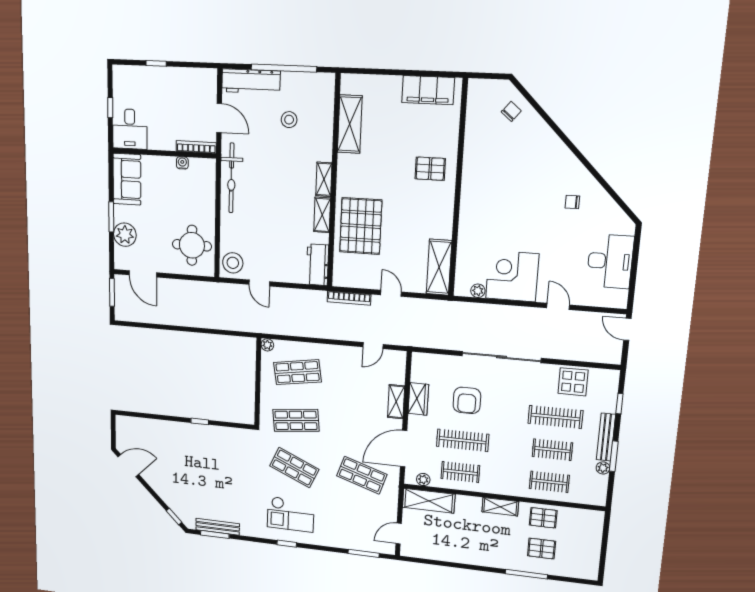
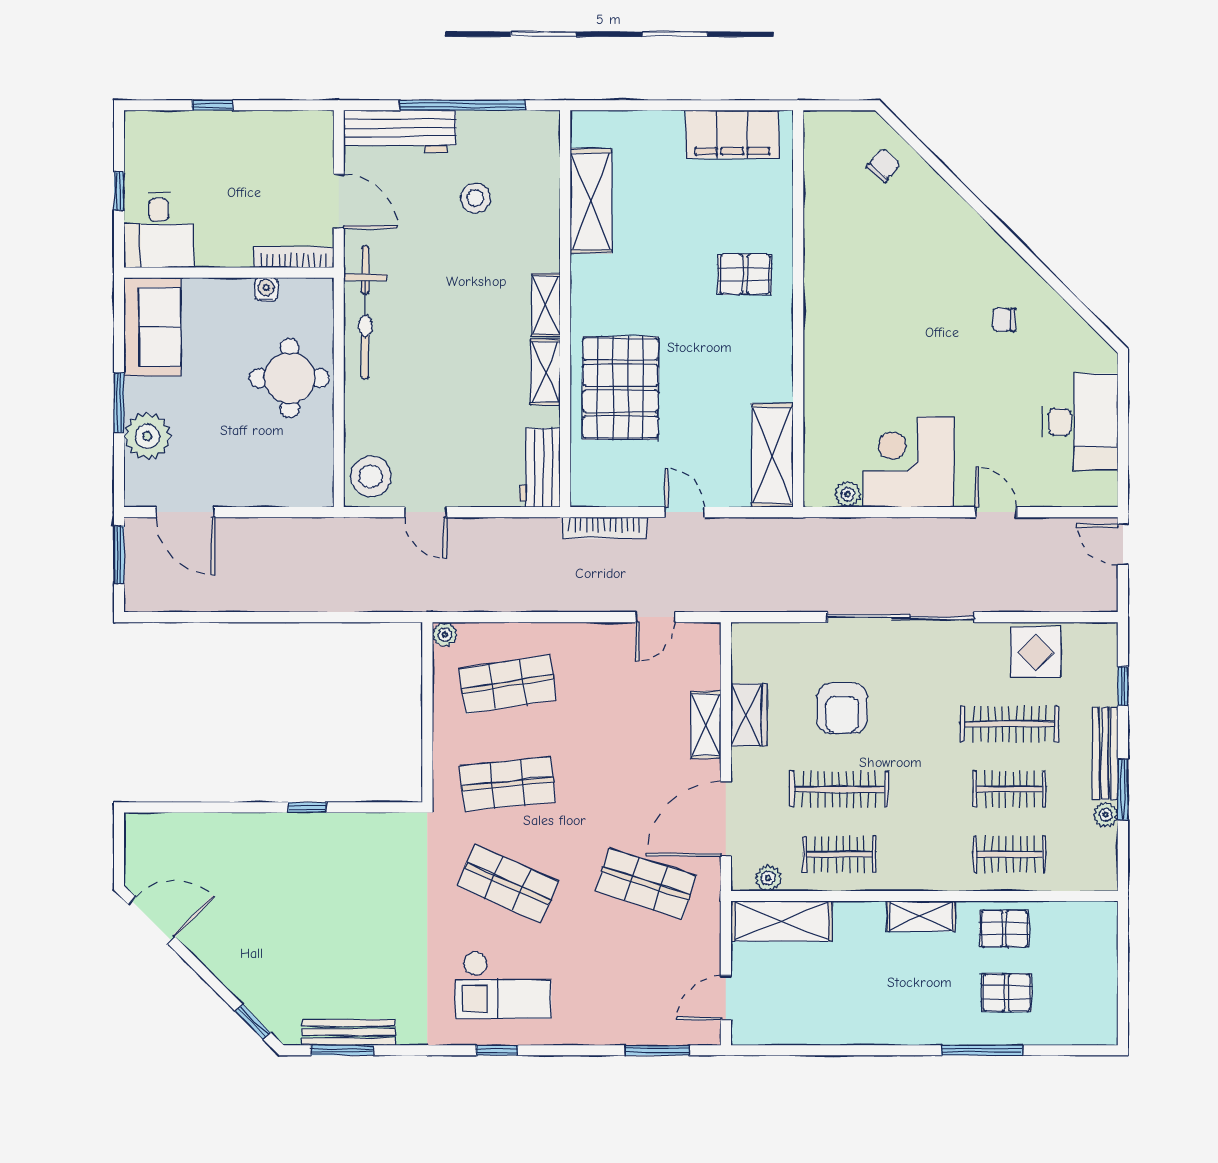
round table: (192, 245) -> (290, 378), moved

